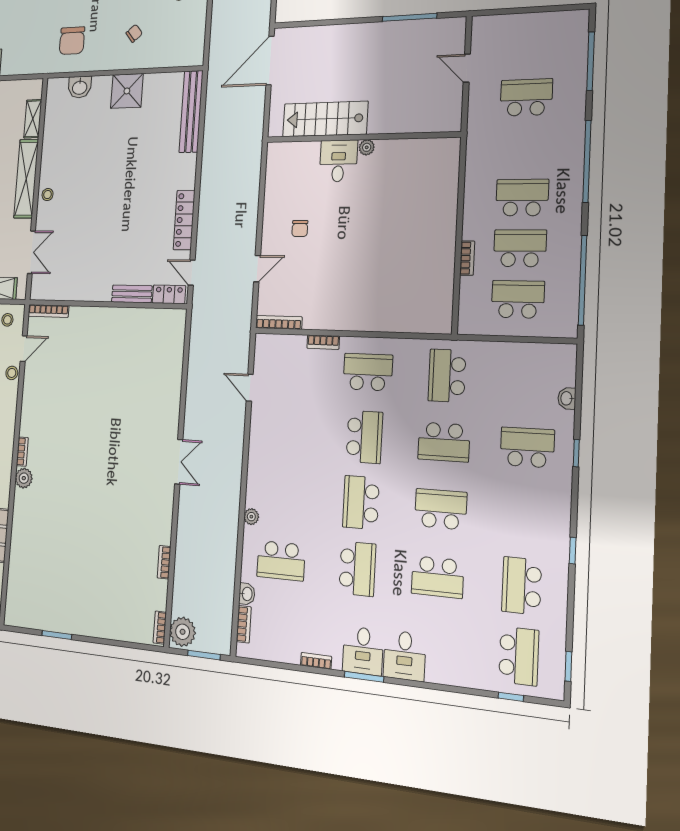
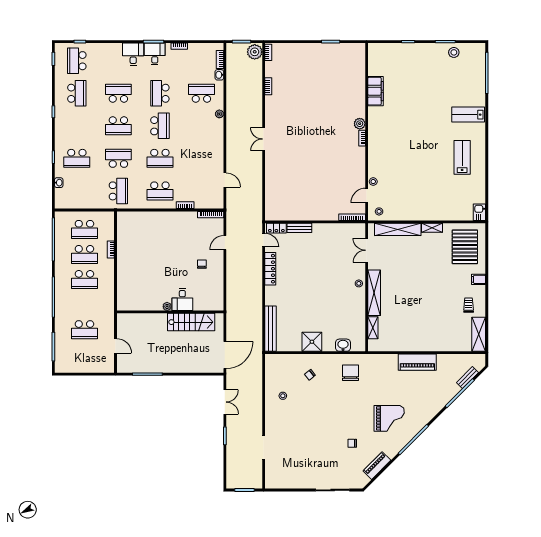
school desk: (364, 437) -> (160, 158), turned -90

